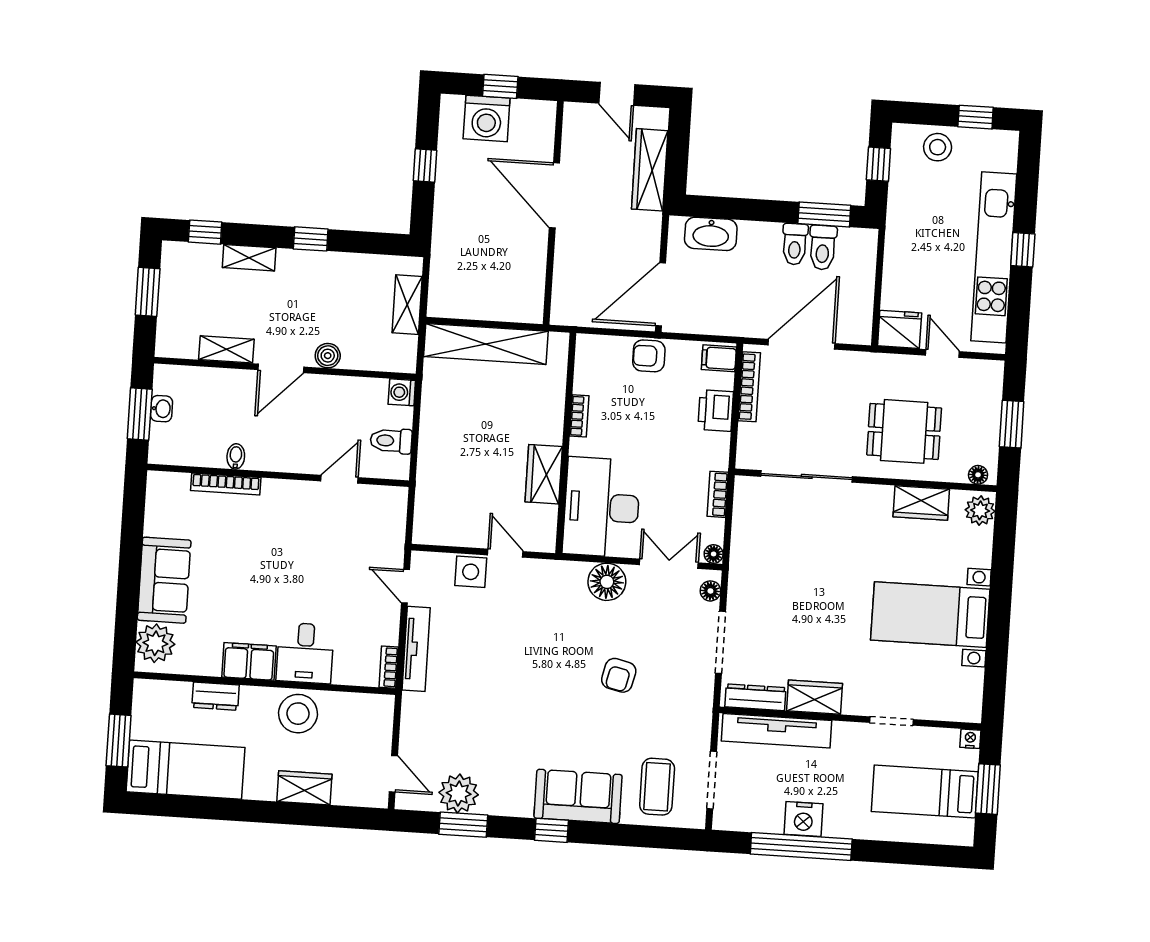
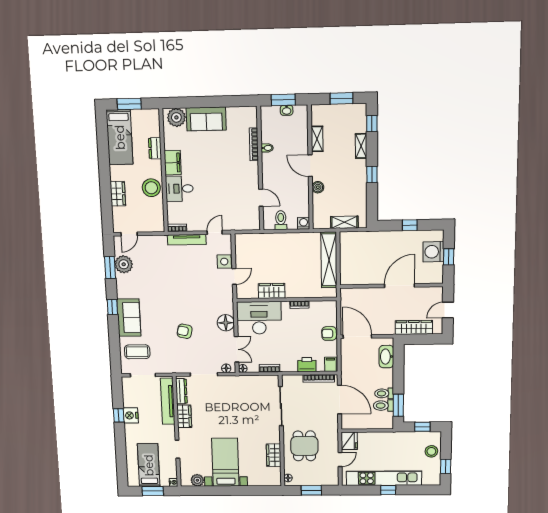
armchair: (649, 356) -> (329, 333), turned -90
plant: (980, 510) -> (197, 480), moved
window: (801, 846) -> (119, 415), width x0.32

